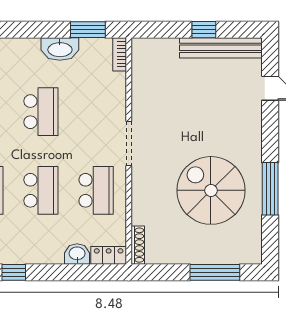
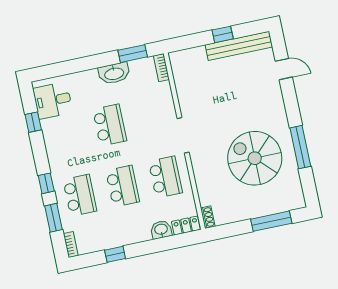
shoe rack: (138, 245) -> (208, 217), width x0.70

